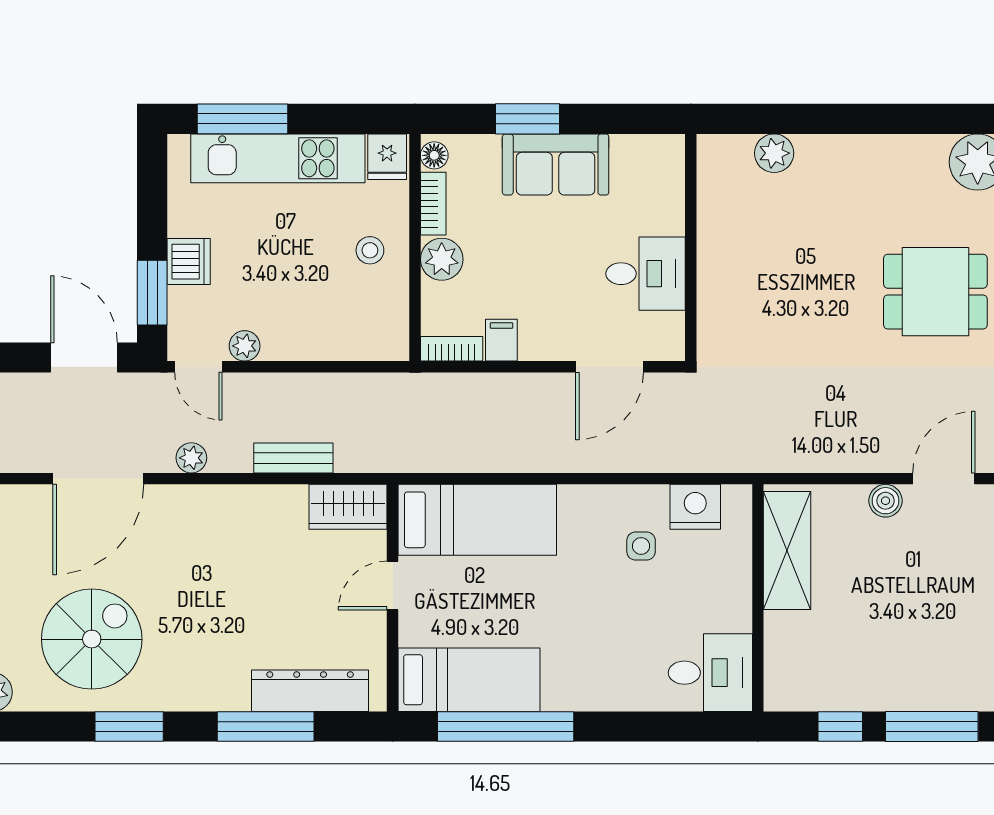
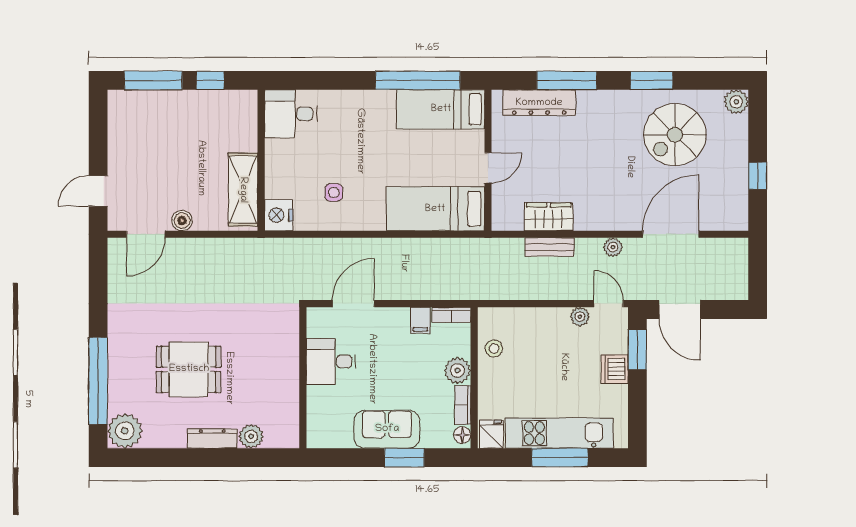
window: (242, 119) -> (560, 458), moved
dresser: (837, 150) -> (212, 439), added
stool: (370, 250) -> (494, 348), moved
dining table: (935, 292) -> (189, 369), moved
wardrobe: (348, 507) -> (549, 217), moved
nightstand: (695, 507) -> (279, 215), moved, turned 90

